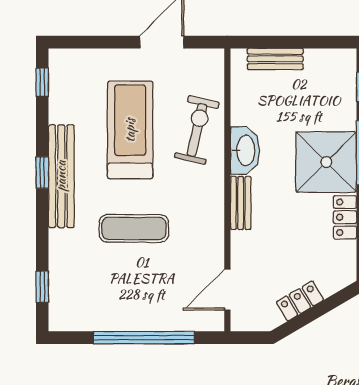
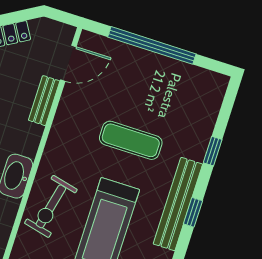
bench: (241, 203) -> (44, 101), moved
window: (42, 287) -> (213, 151), moved

